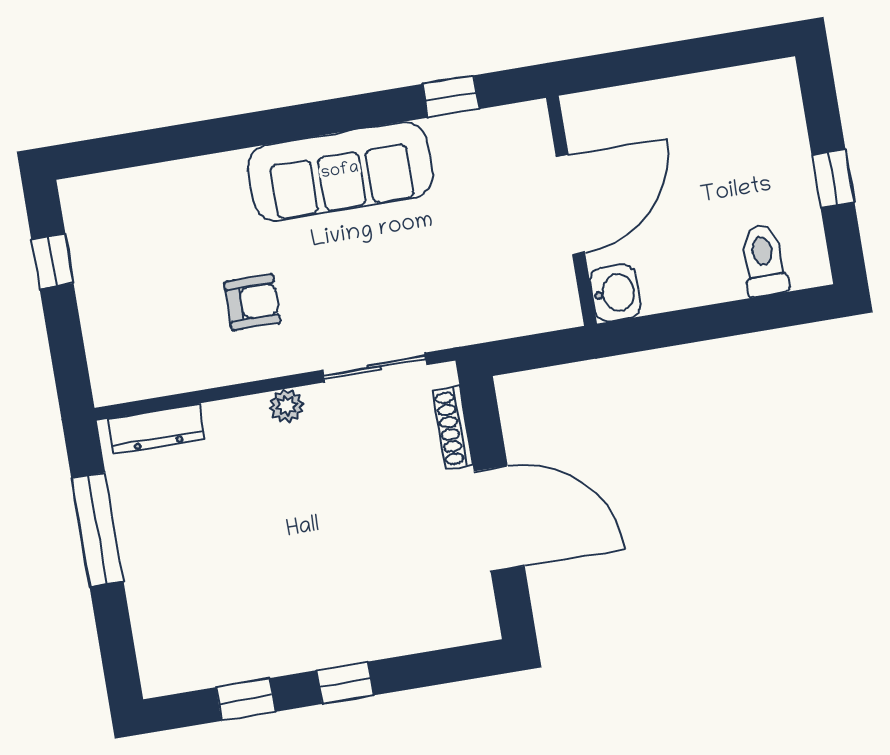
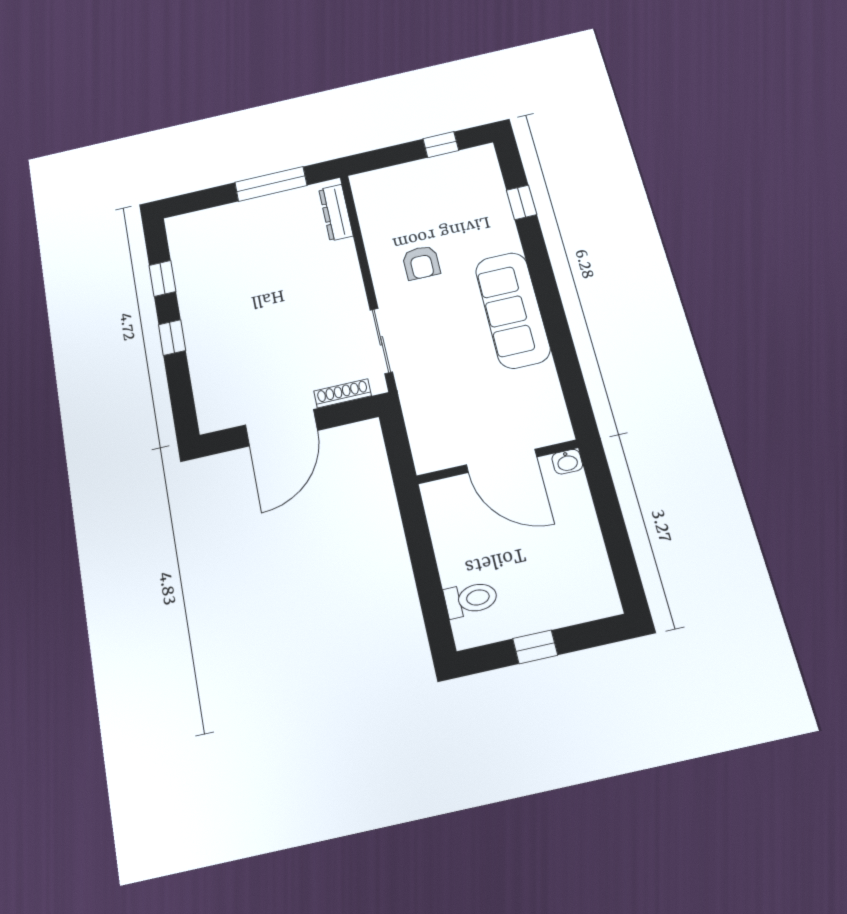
window: (451, 96) -> (522, 202), moved
washbasin: (615, 293) -> (567, 462), moved, width x0.72, depth x0.69
plant: (286, 406) -> (354, 288), removed

